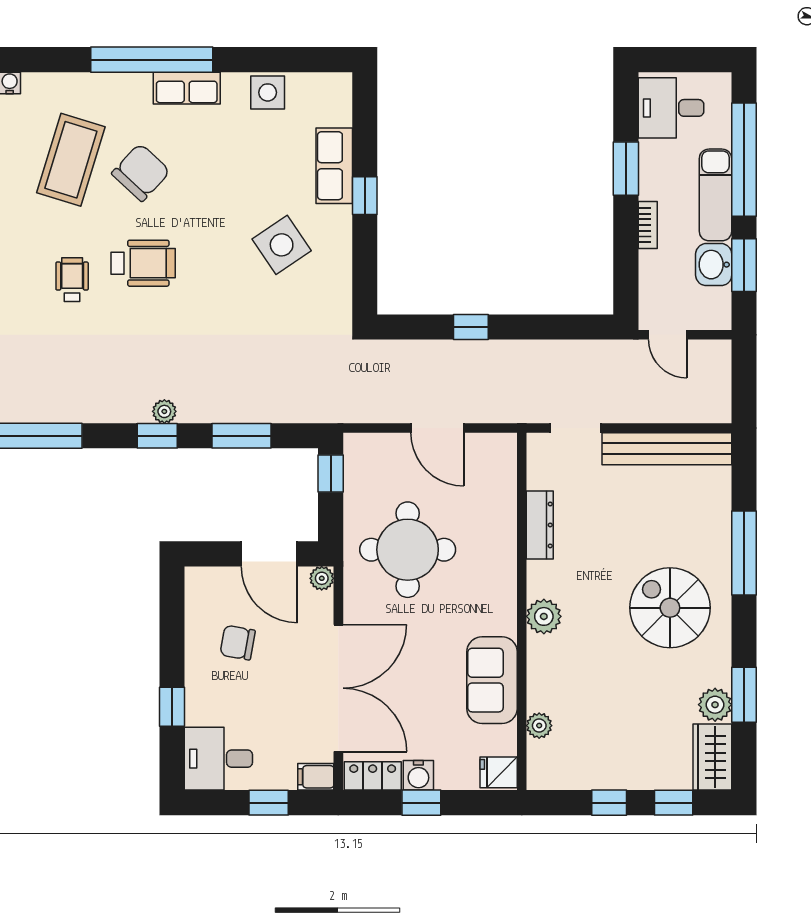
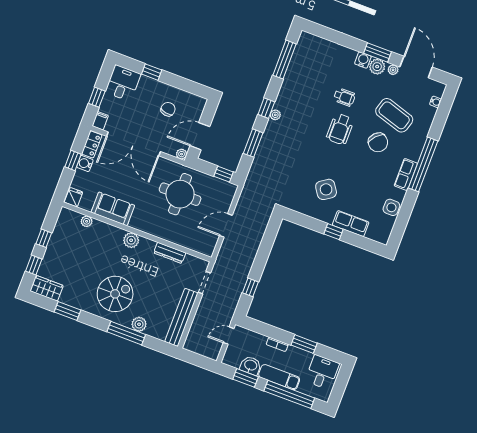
window: (471, 327) -> (250, 287), moved
plant: (715, 705) -> (139, 324), moved

